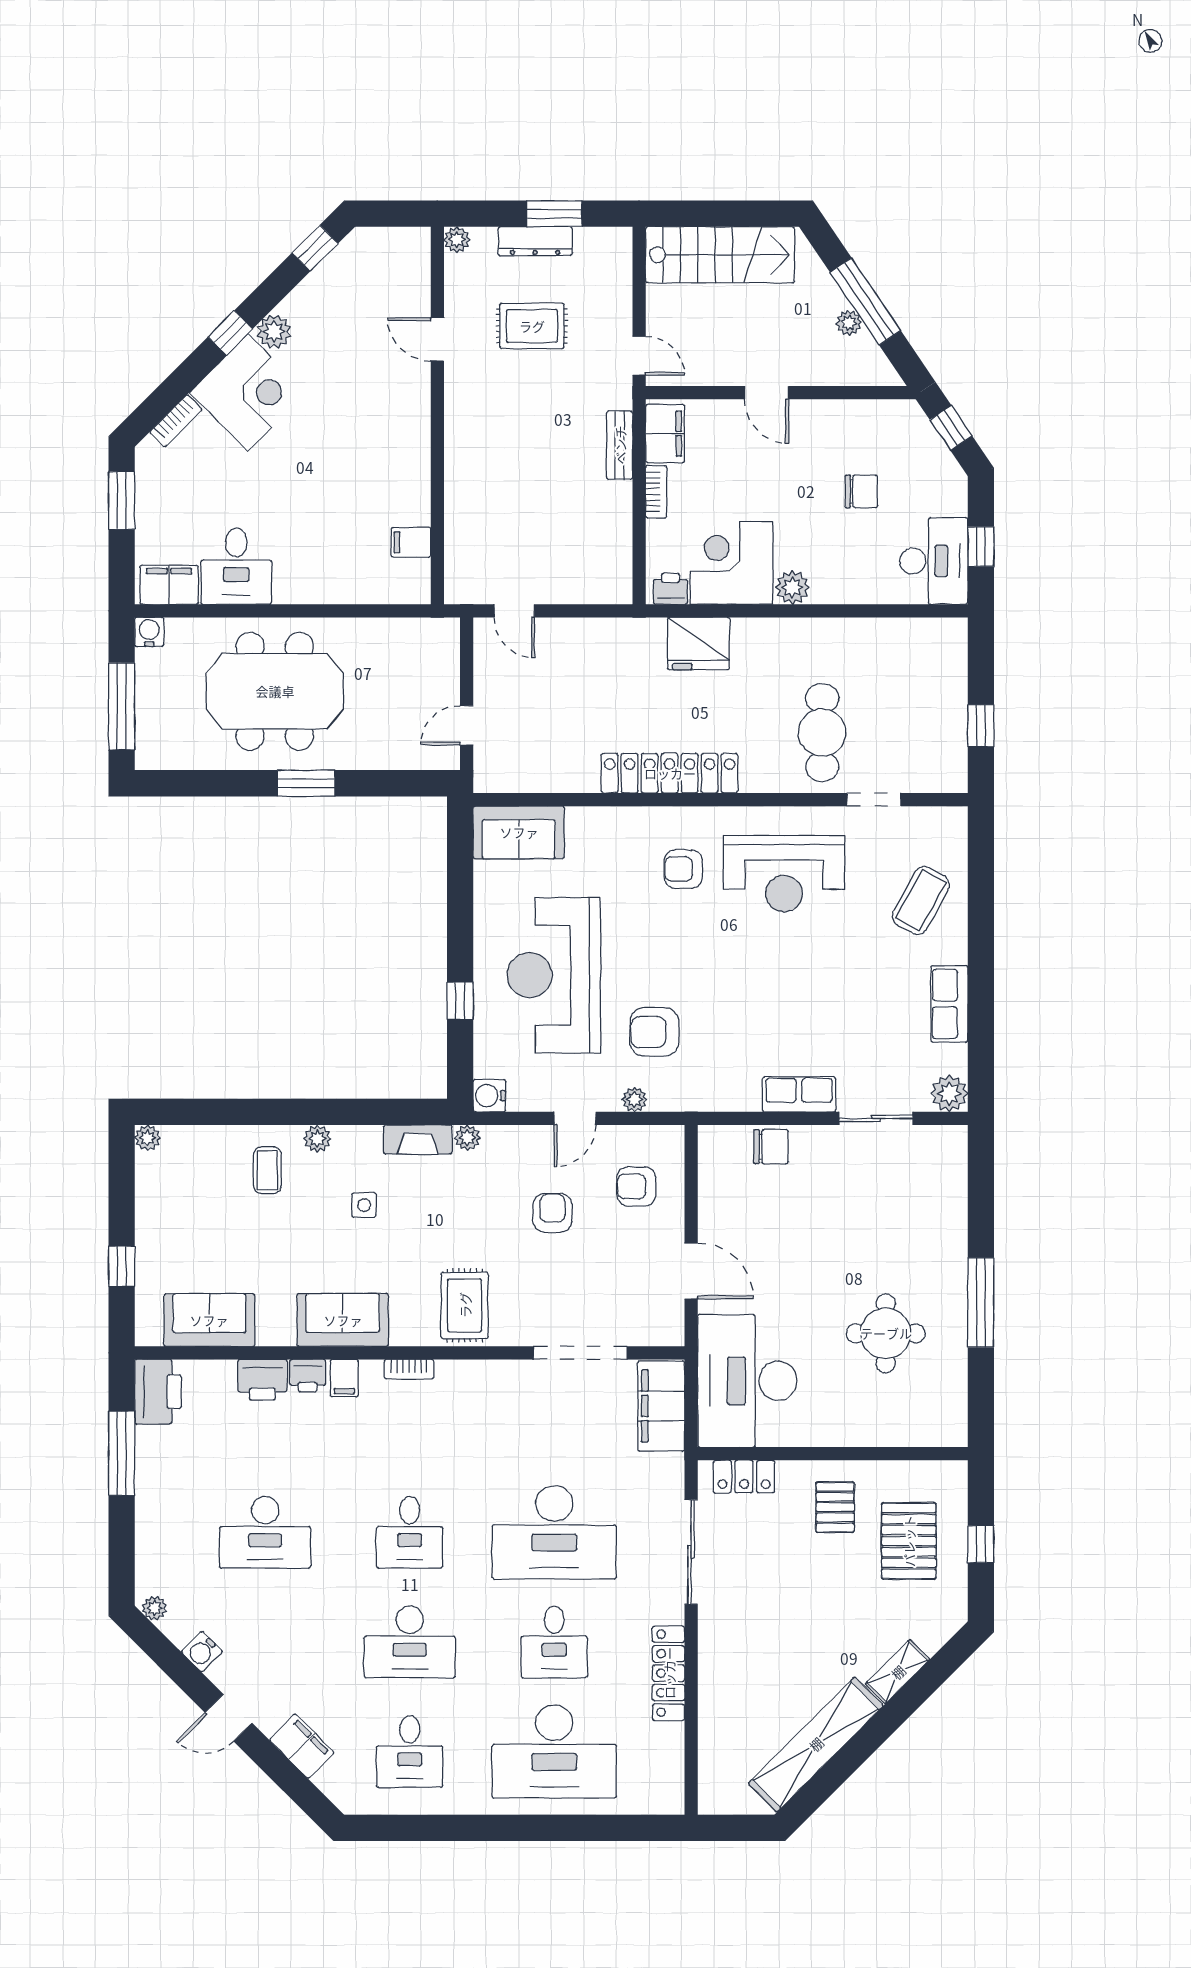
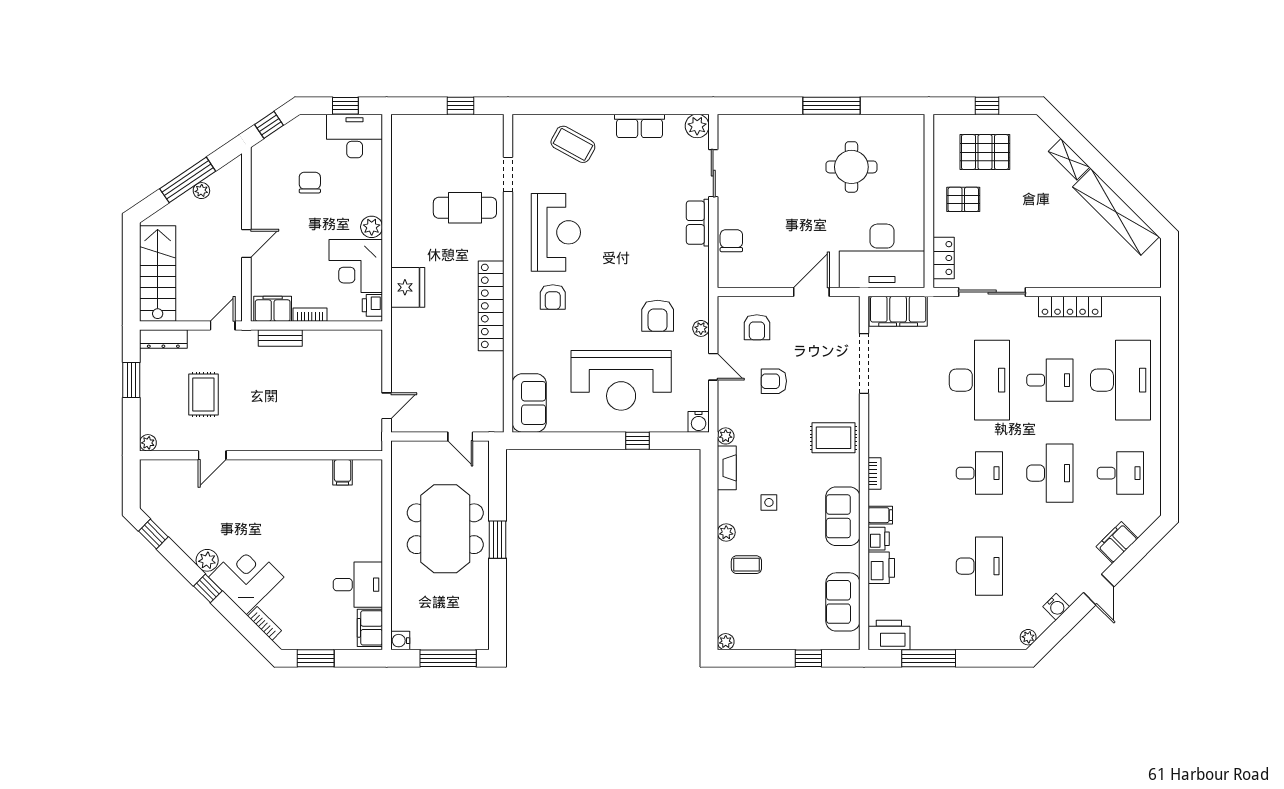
dresser: (535, 241) -> (163, 339), moved, turned 90
meeting table: (275, 691) -> (445, 529), moved

